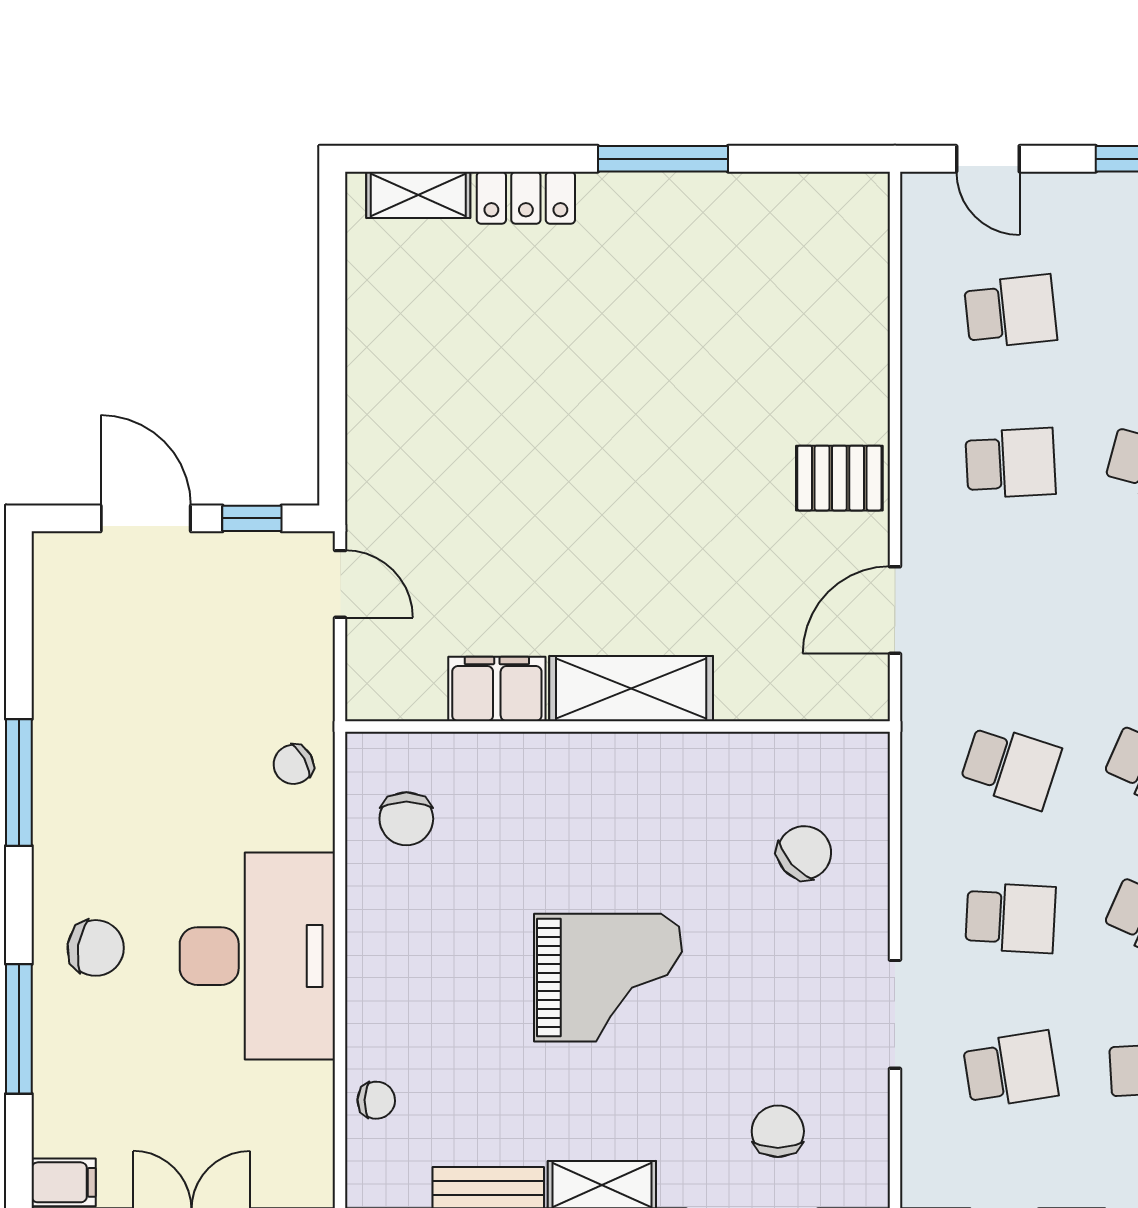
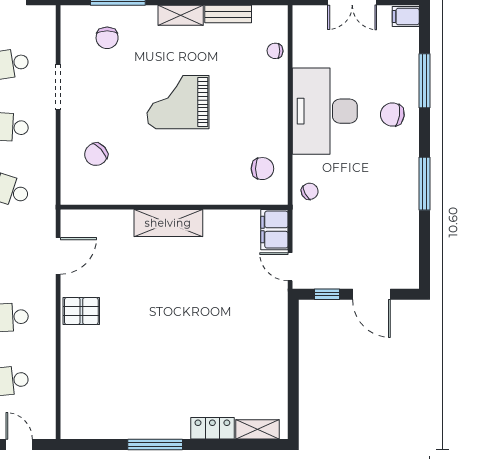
filing cabinet: (497, 689) -> (274, 230), moved, turned 90
chair: (406, 819) -> (262, 169), turned 90

